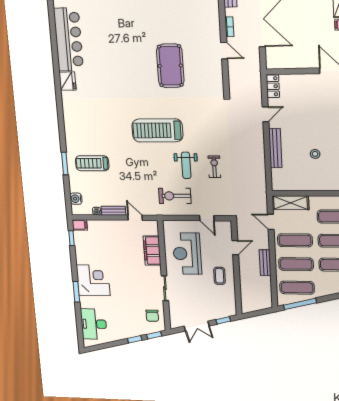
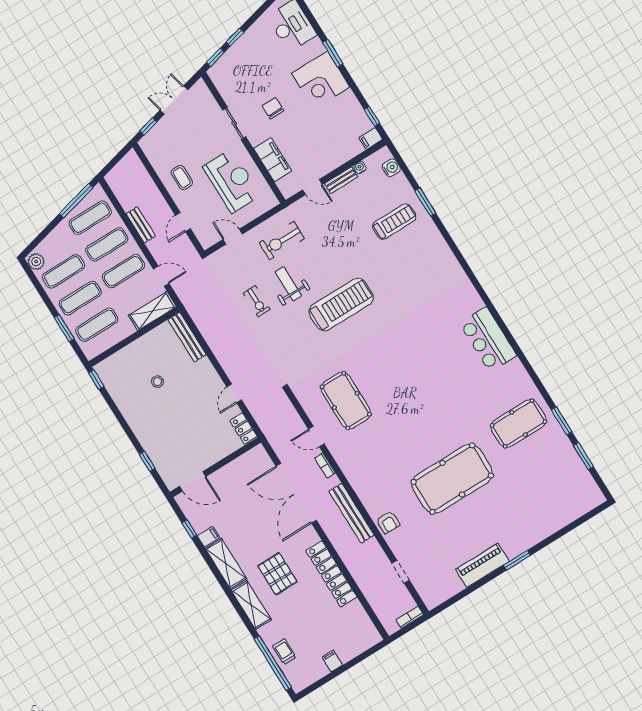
bar counter: (68, 39) -> (488, 340), width x0.73
pool table: (170, 66) -> (346, 401), moved
fridge: (68, 81) -> (471, 300), removed
bench: (275, 148) -> (187, 337), moved
exercise bike: (175, 196) -> (282, 241), turned 180
chair: (152, 316) -> (273, 108), moved

